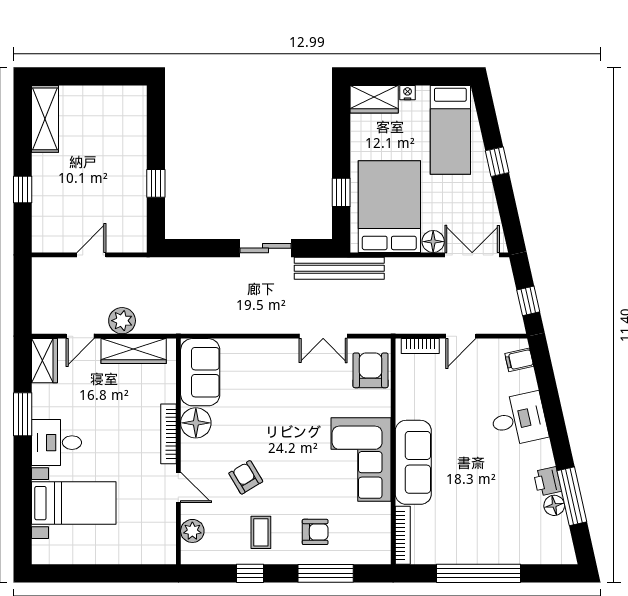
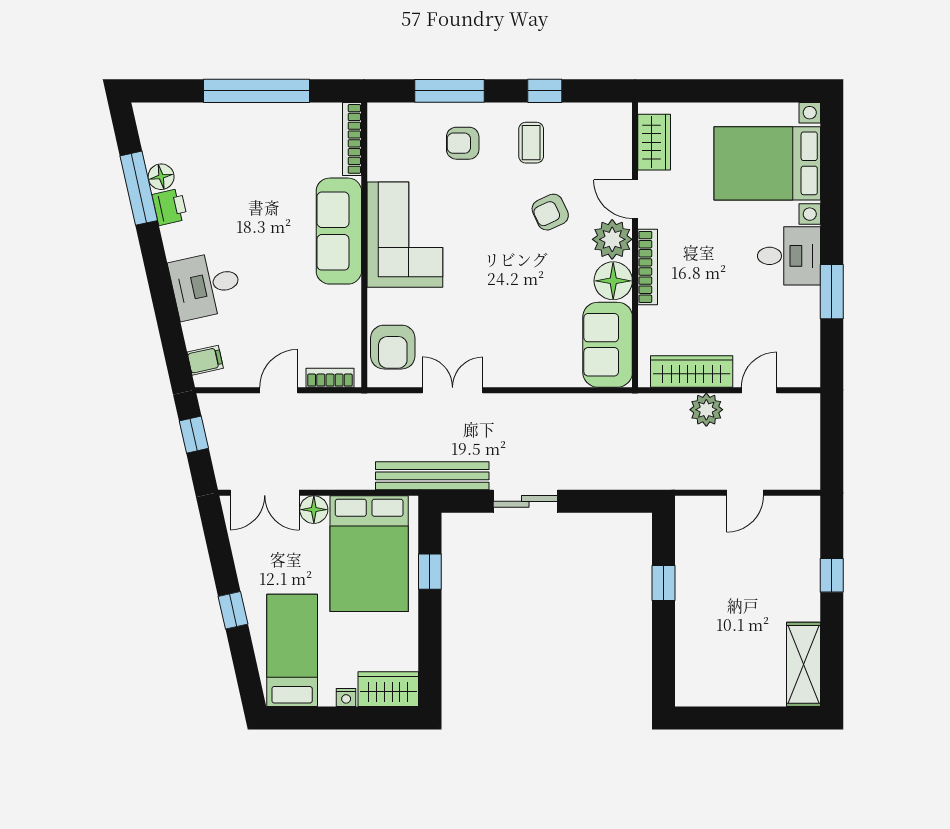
wardrobe: (44, 361) -> (654, 142), moved, turned 180
armchair: (246, 477) -> (550, 212), turned 96
bed with nightstands: (74, 503) -> (767, 163), width x1.36
plant: (192, 531) -> (612, 239), moved, width x1.36, depth x1.36

